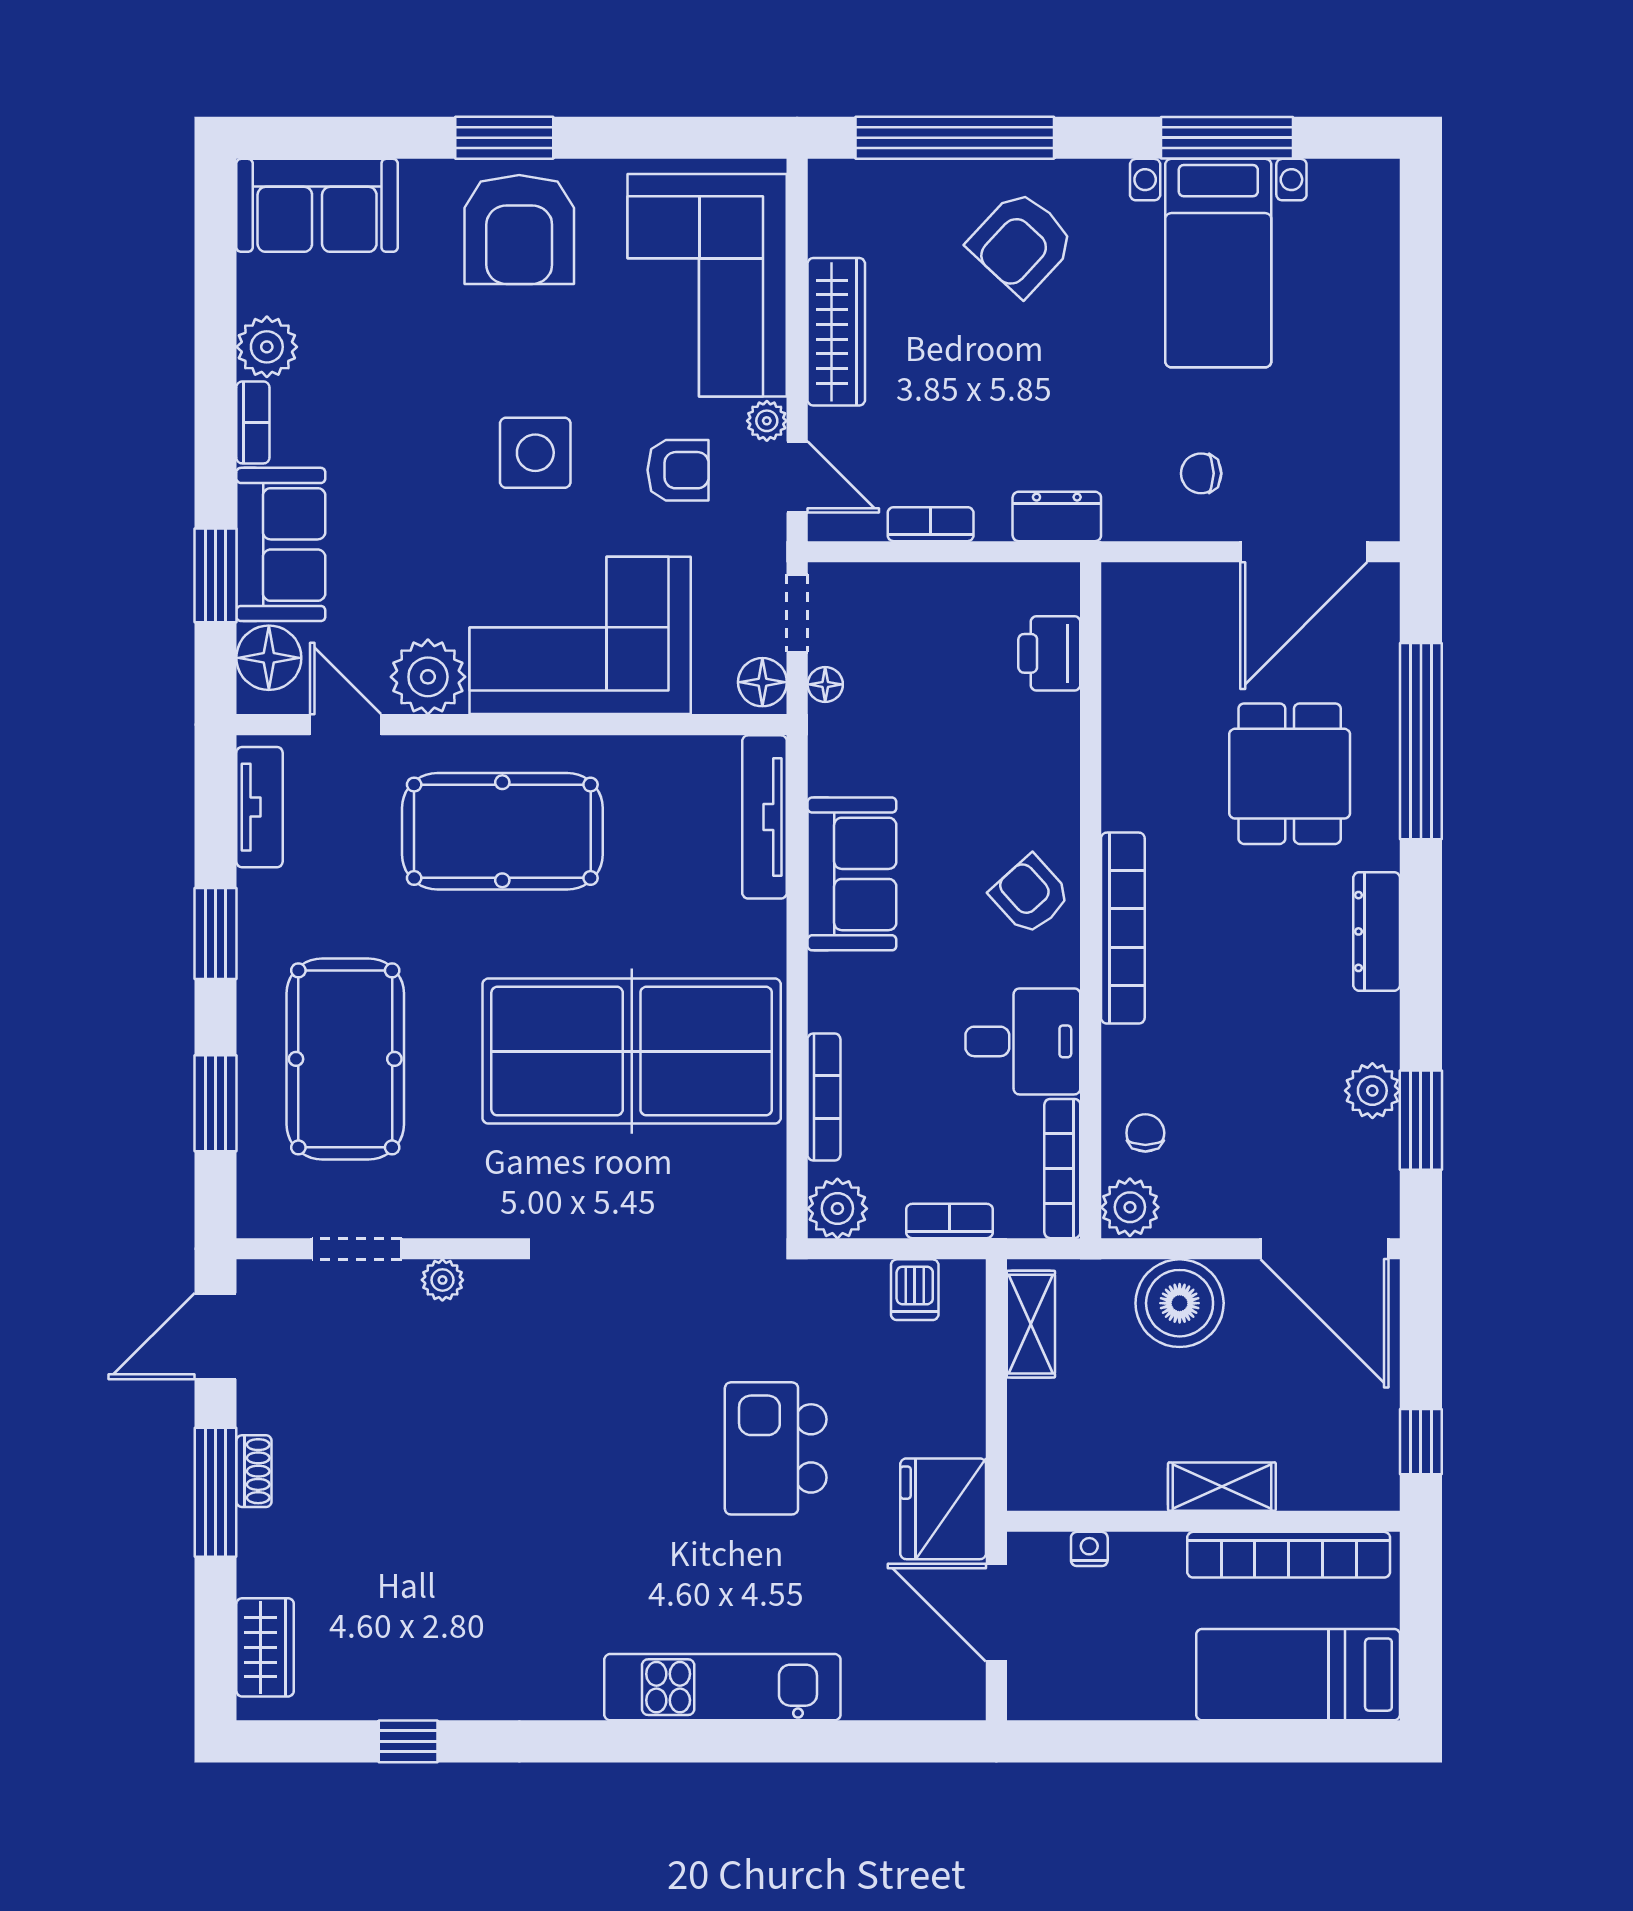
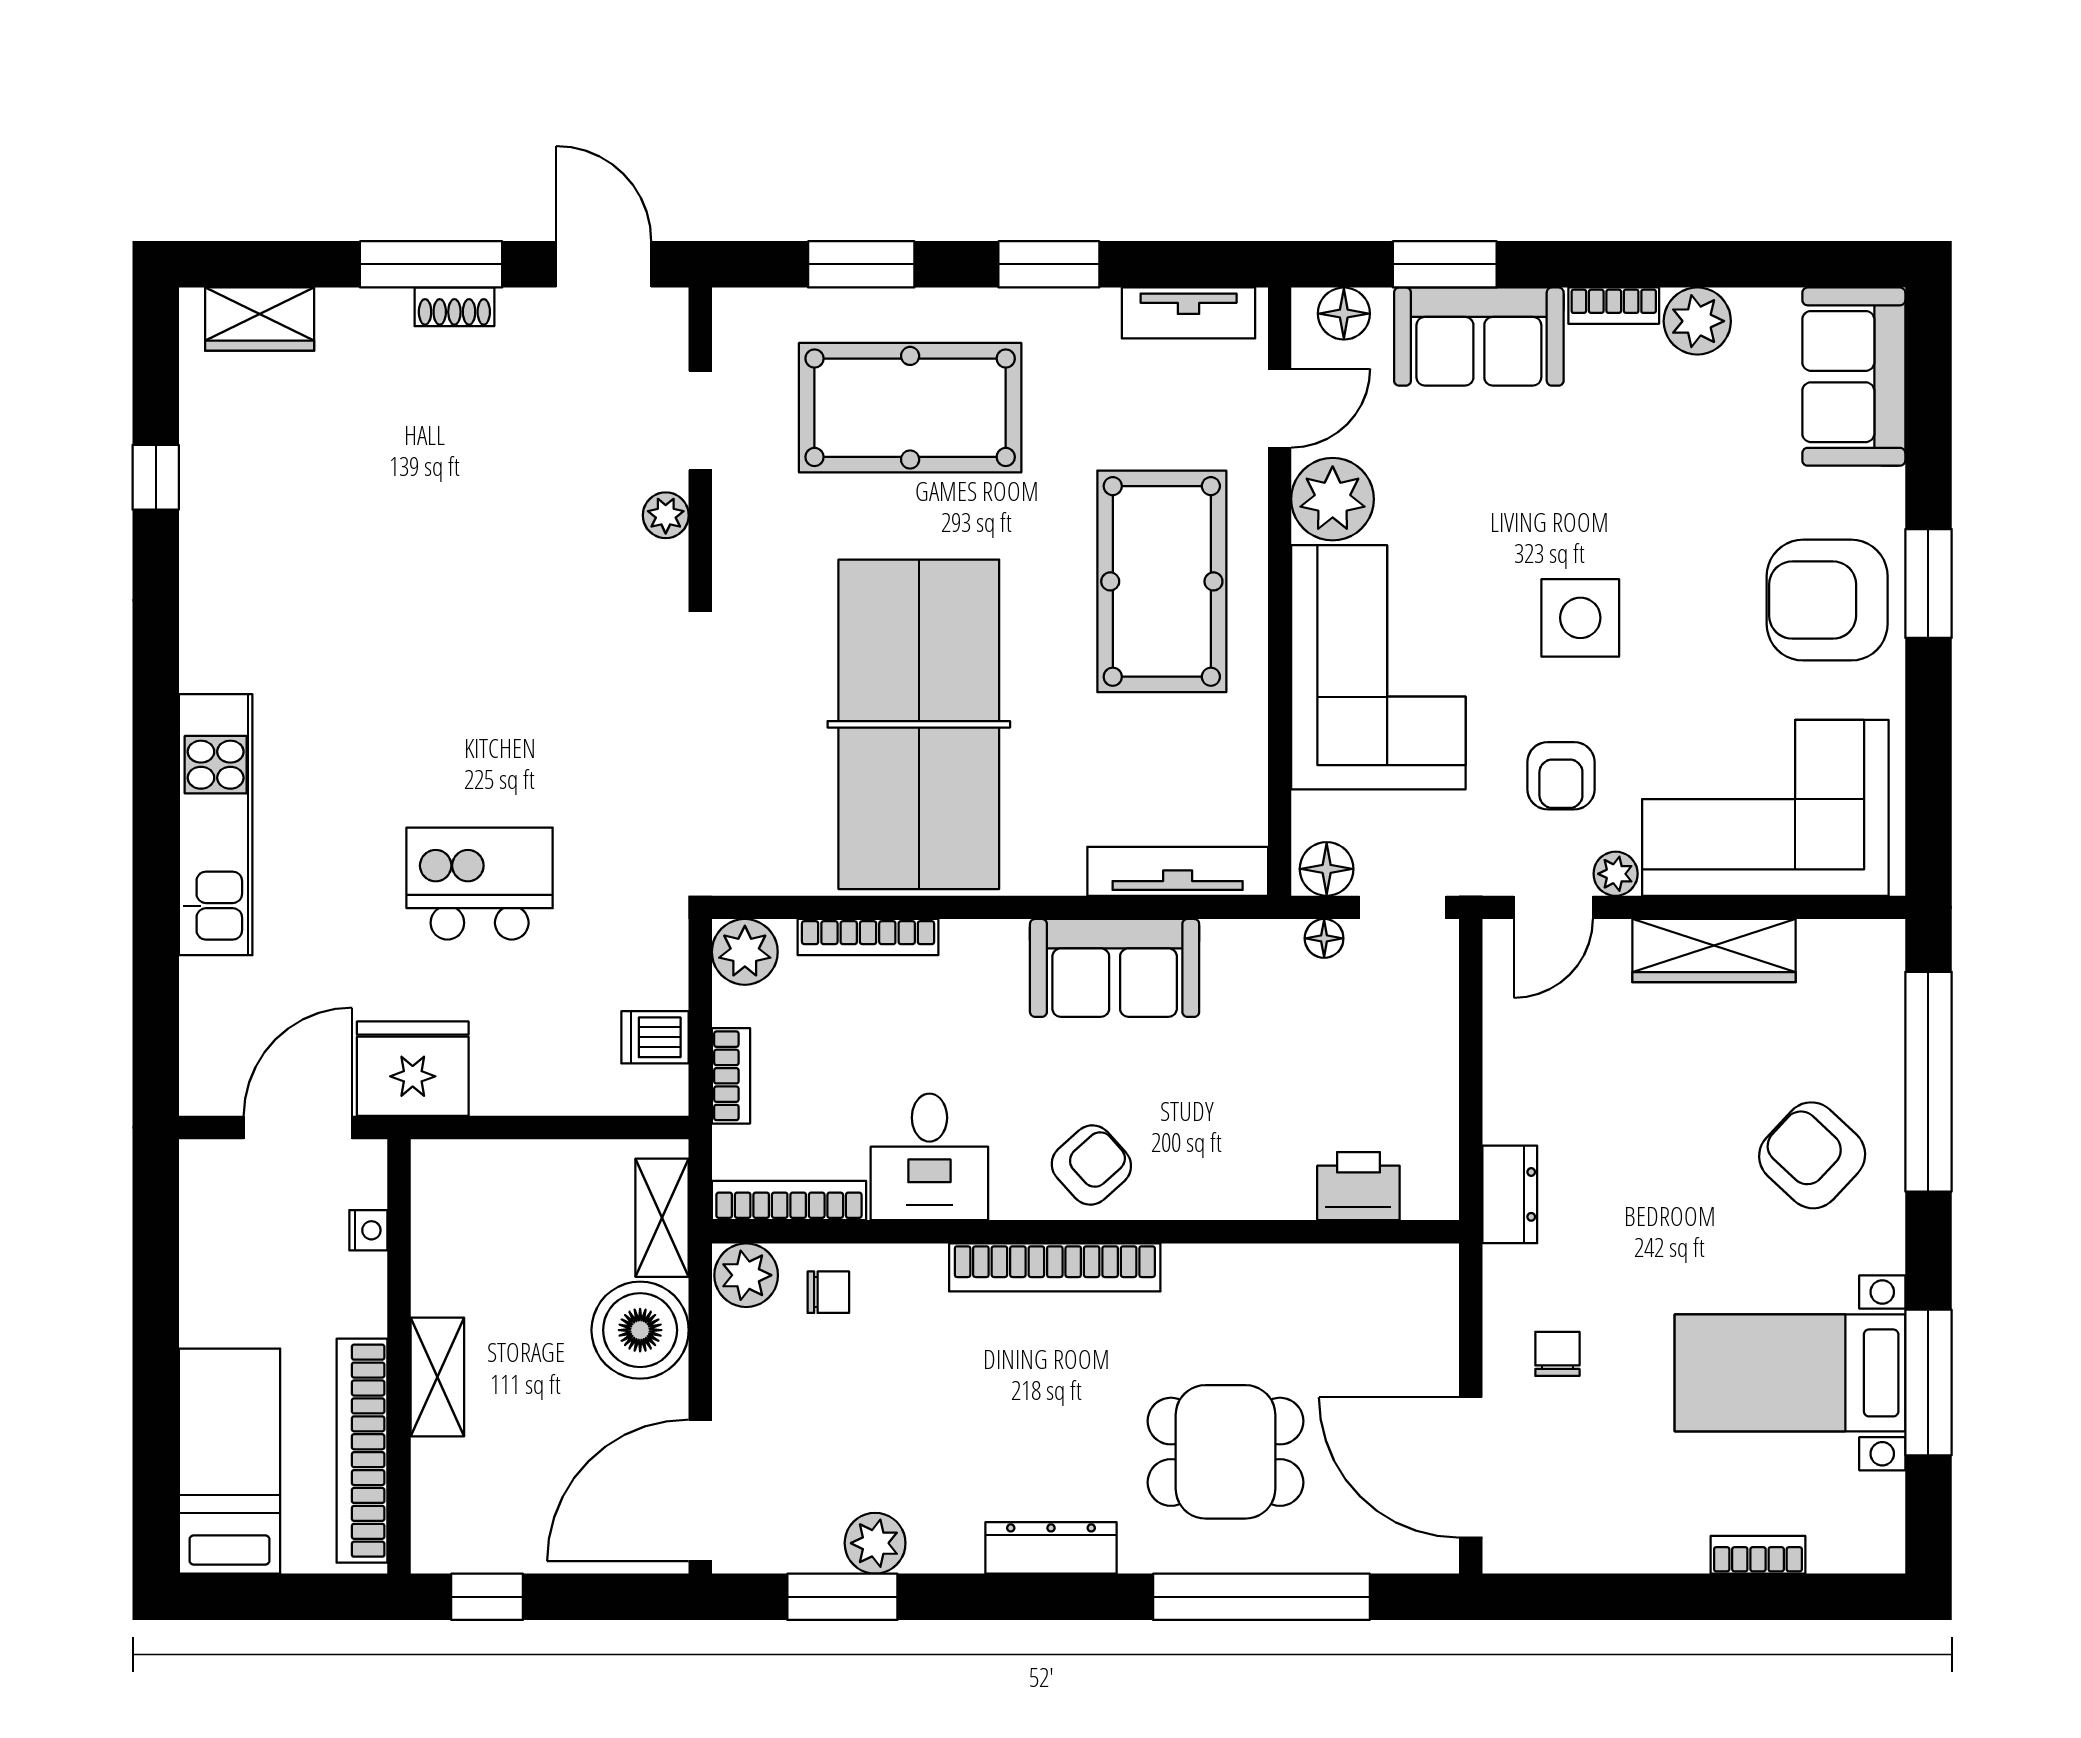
bookcase: (931, 524) -> (1758, 1555), moved, turned -90
floor lamp: (269, 658) -> (1344, 314), width x0.73, depth x0.73
shelving: (1031, 1324) -> (662, 1218), moved, turned 90

